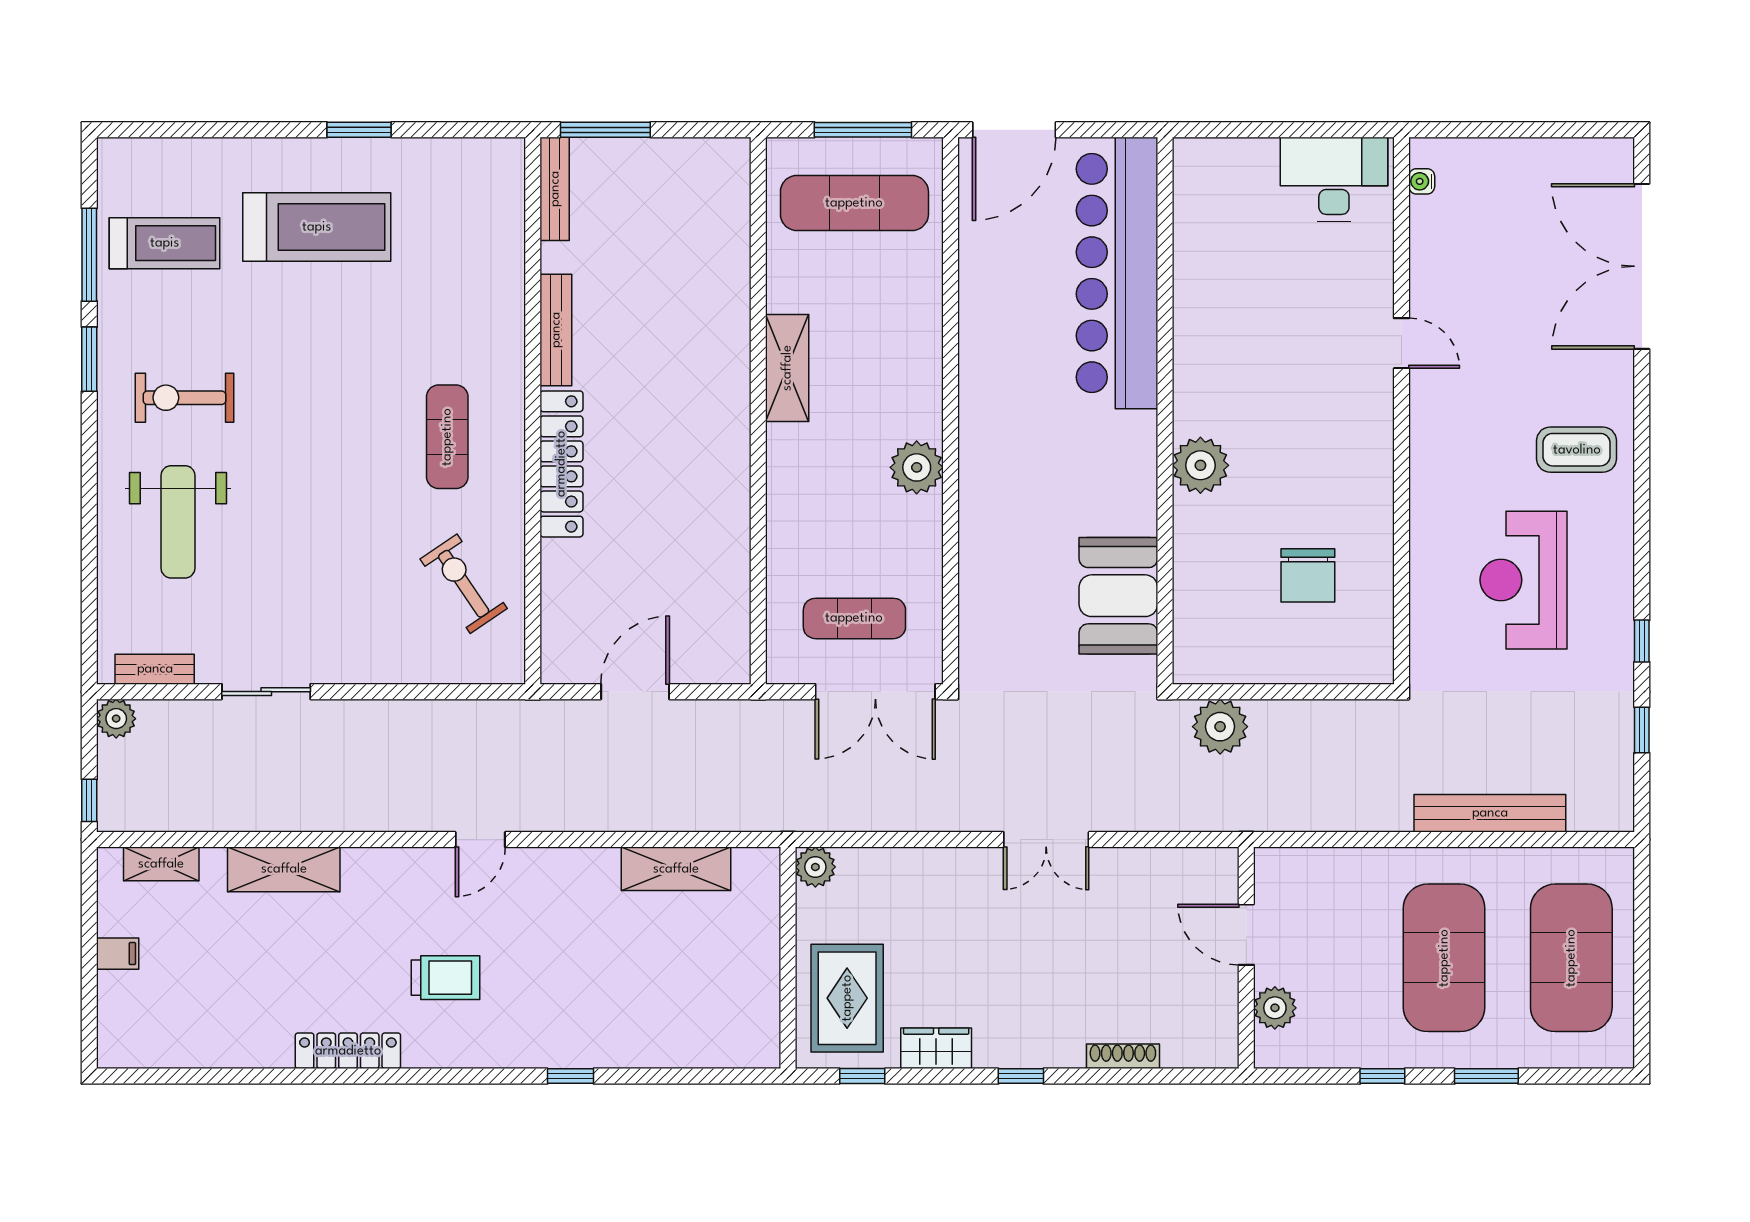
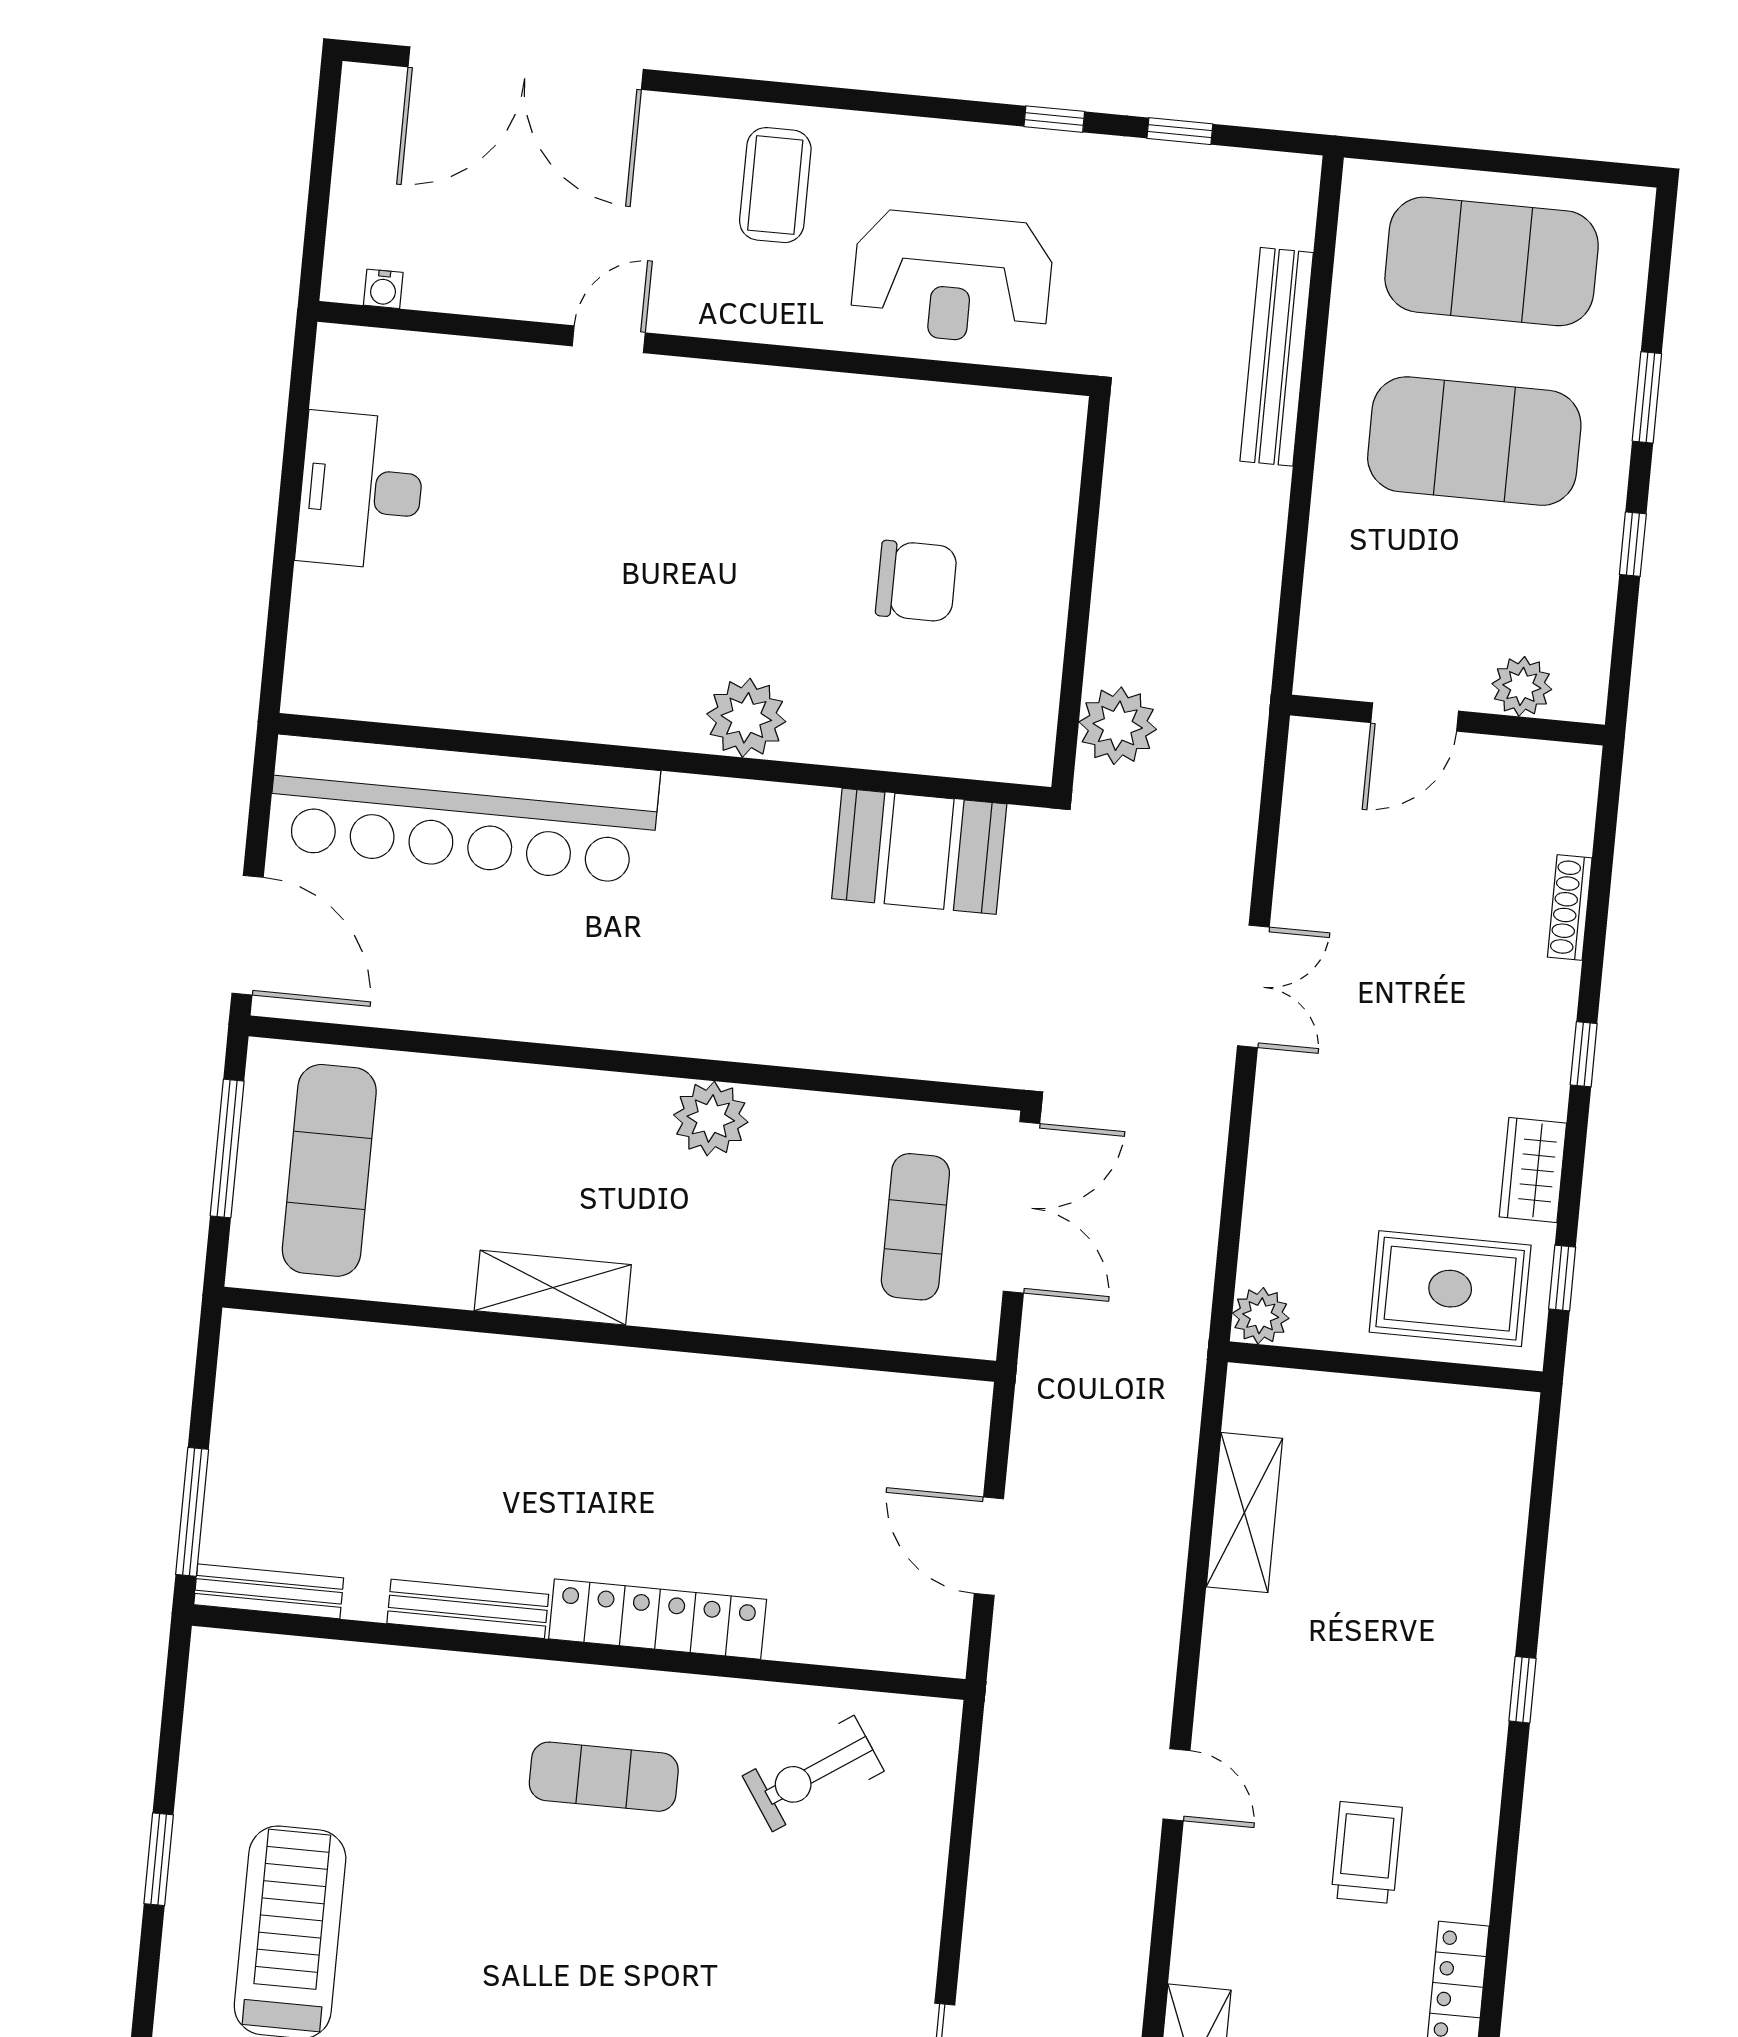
water cooler: (1422, 181) -> (383, 289), moved
door: (1402, 343) -> (609, 339), moved
wall: (1402, 411) -> (704, 348), moved

